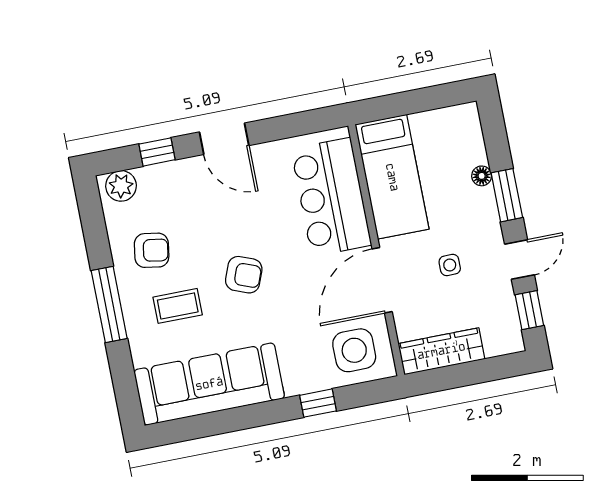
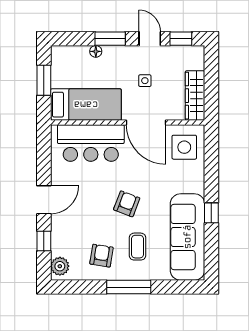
window: (418, 101) -> (44, 80), added
window: (318, 403) -> (211, 213), moved

